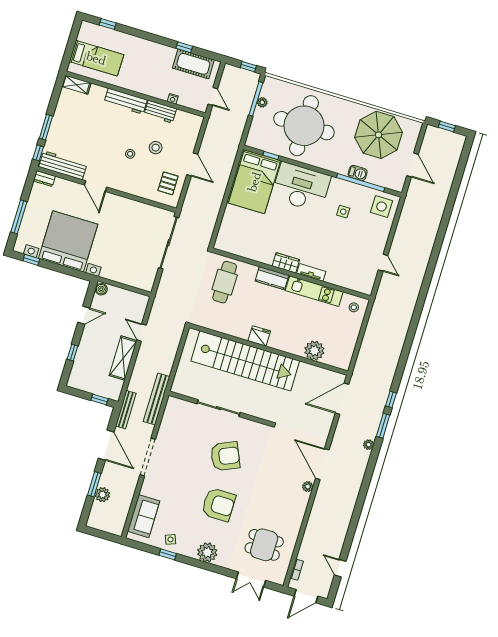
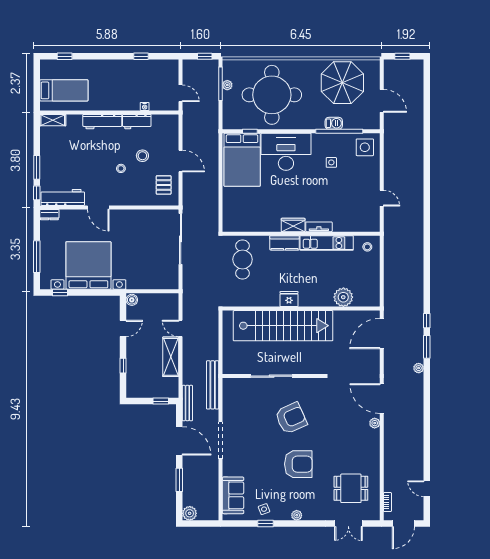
cot: (193, 64) -> (154, 69), removed
plant: (102, 495) -> (190, 513), moved
plant: (207, 552) -> (297, 515), width x0.53, depth x0.53

